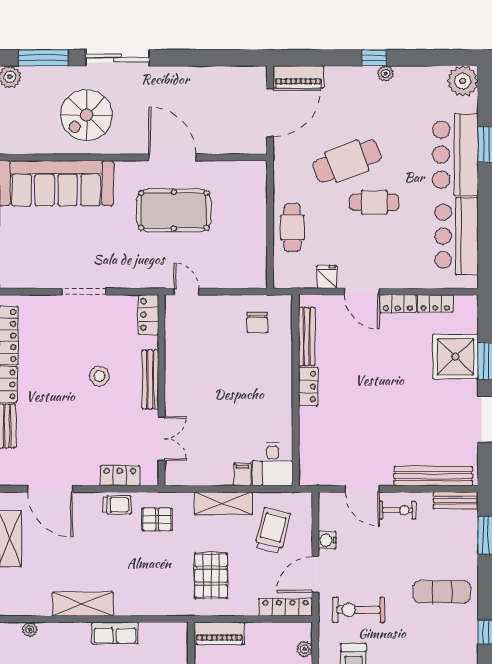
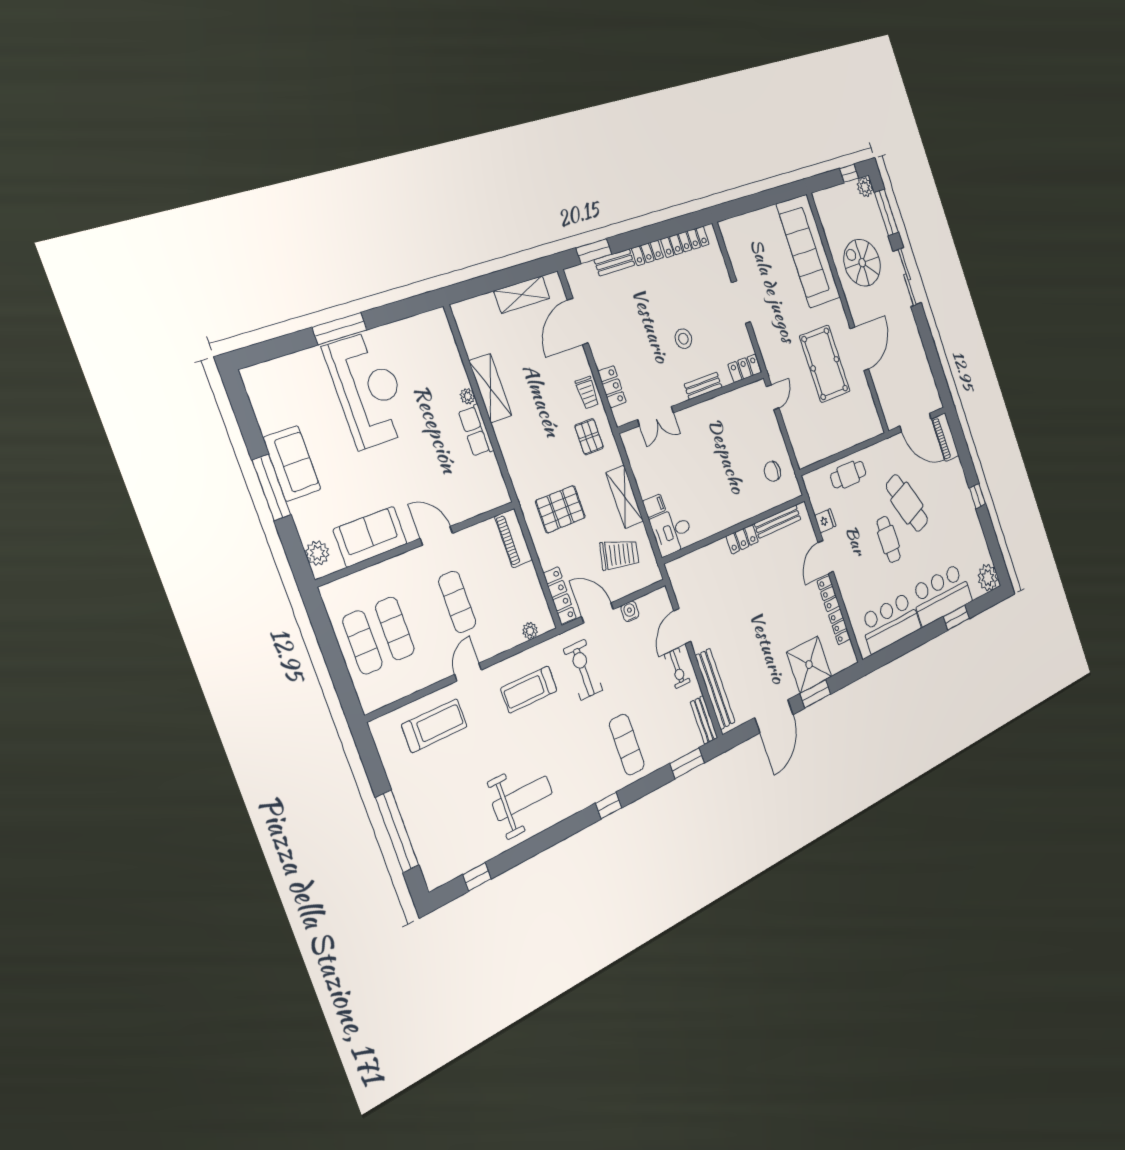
plant: (386, 74) -> (971, 510), removed
bench: (150, 380) -> (703, 386), width x0.73
plant: (30, 629) -> (468, 396), moved

